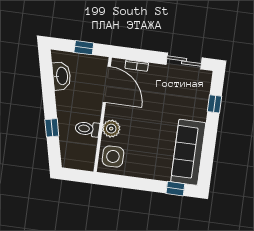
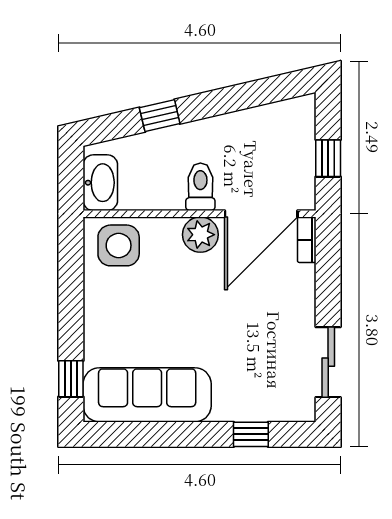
bookcase: (137, 65) -> (307, 240), moved
washbasin: (62, 76) -> (100, 183), moved, turned -77
toilet: (87, 129) -> (200, 187), moved
plant: (111, 129) -> (200, 235), moved

